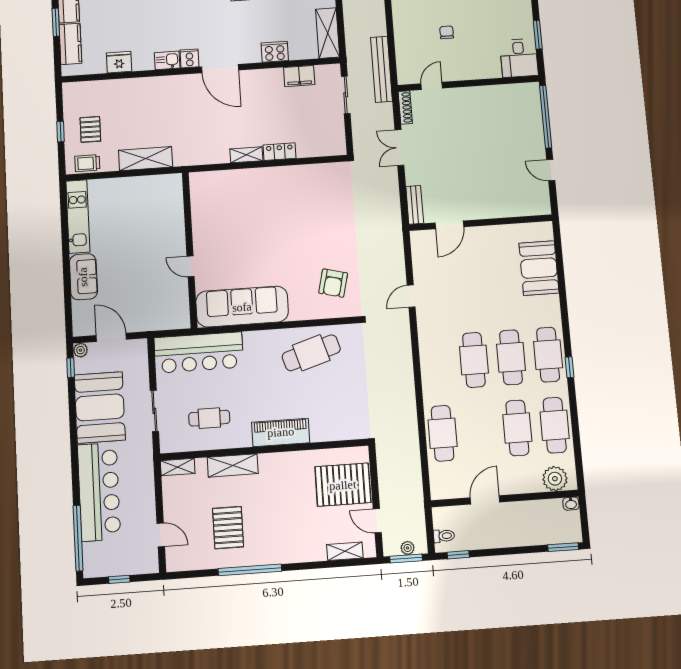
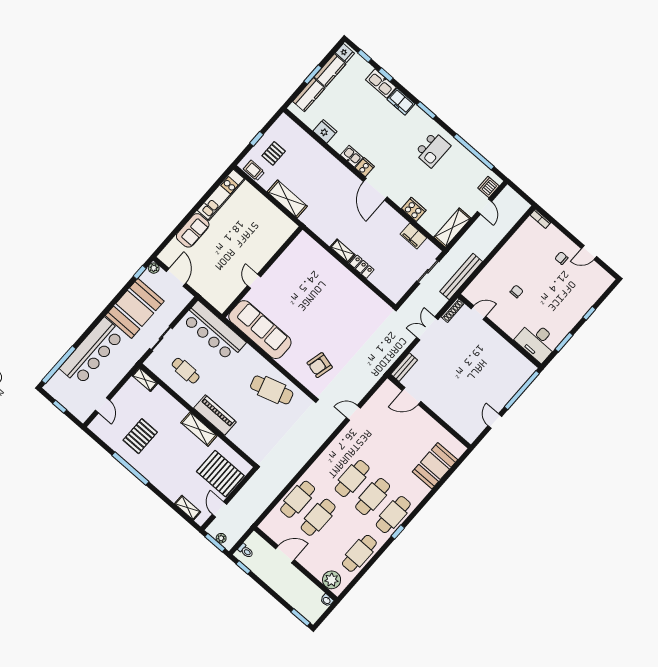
desk: (519, 58) -> (537, 341), width x1.37
cafe table: (517, 428) -> (318, 517), moved
shelving: (233, 465) -> (199, 429), moved

